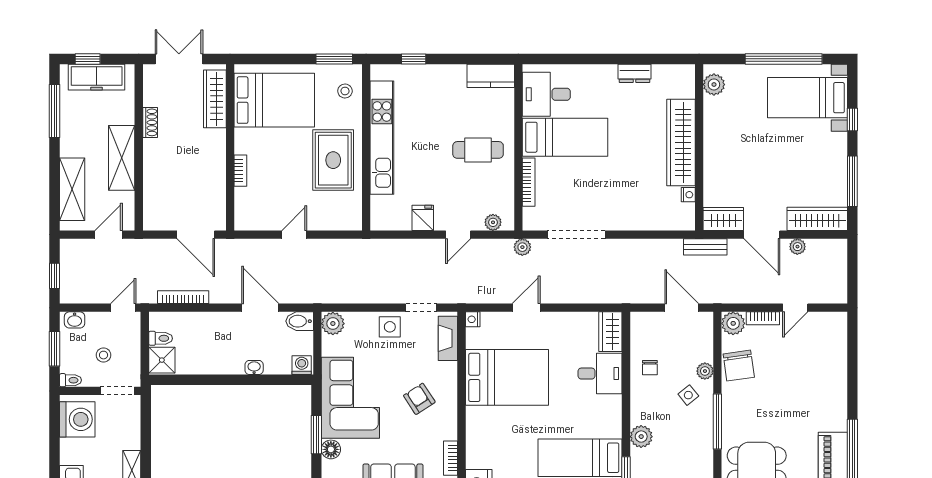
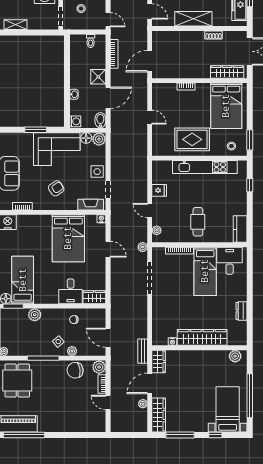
door: (682, 308) -> (108, 338), swing flipped
shower: (162, 360) -> (98, 77), moved
floor lamp: (331, 449) -> (86, 138), moved

